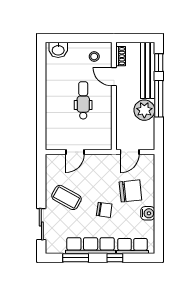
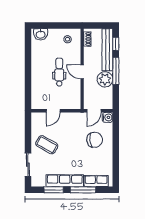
door: (114, 77) -> (82, 72), moved
chair: (104, 210) -> (75, 154), removed
water cooler: (148, 213) -> (108, 117), moved
window: (115, 258) -> (83, 190), width x2.17

